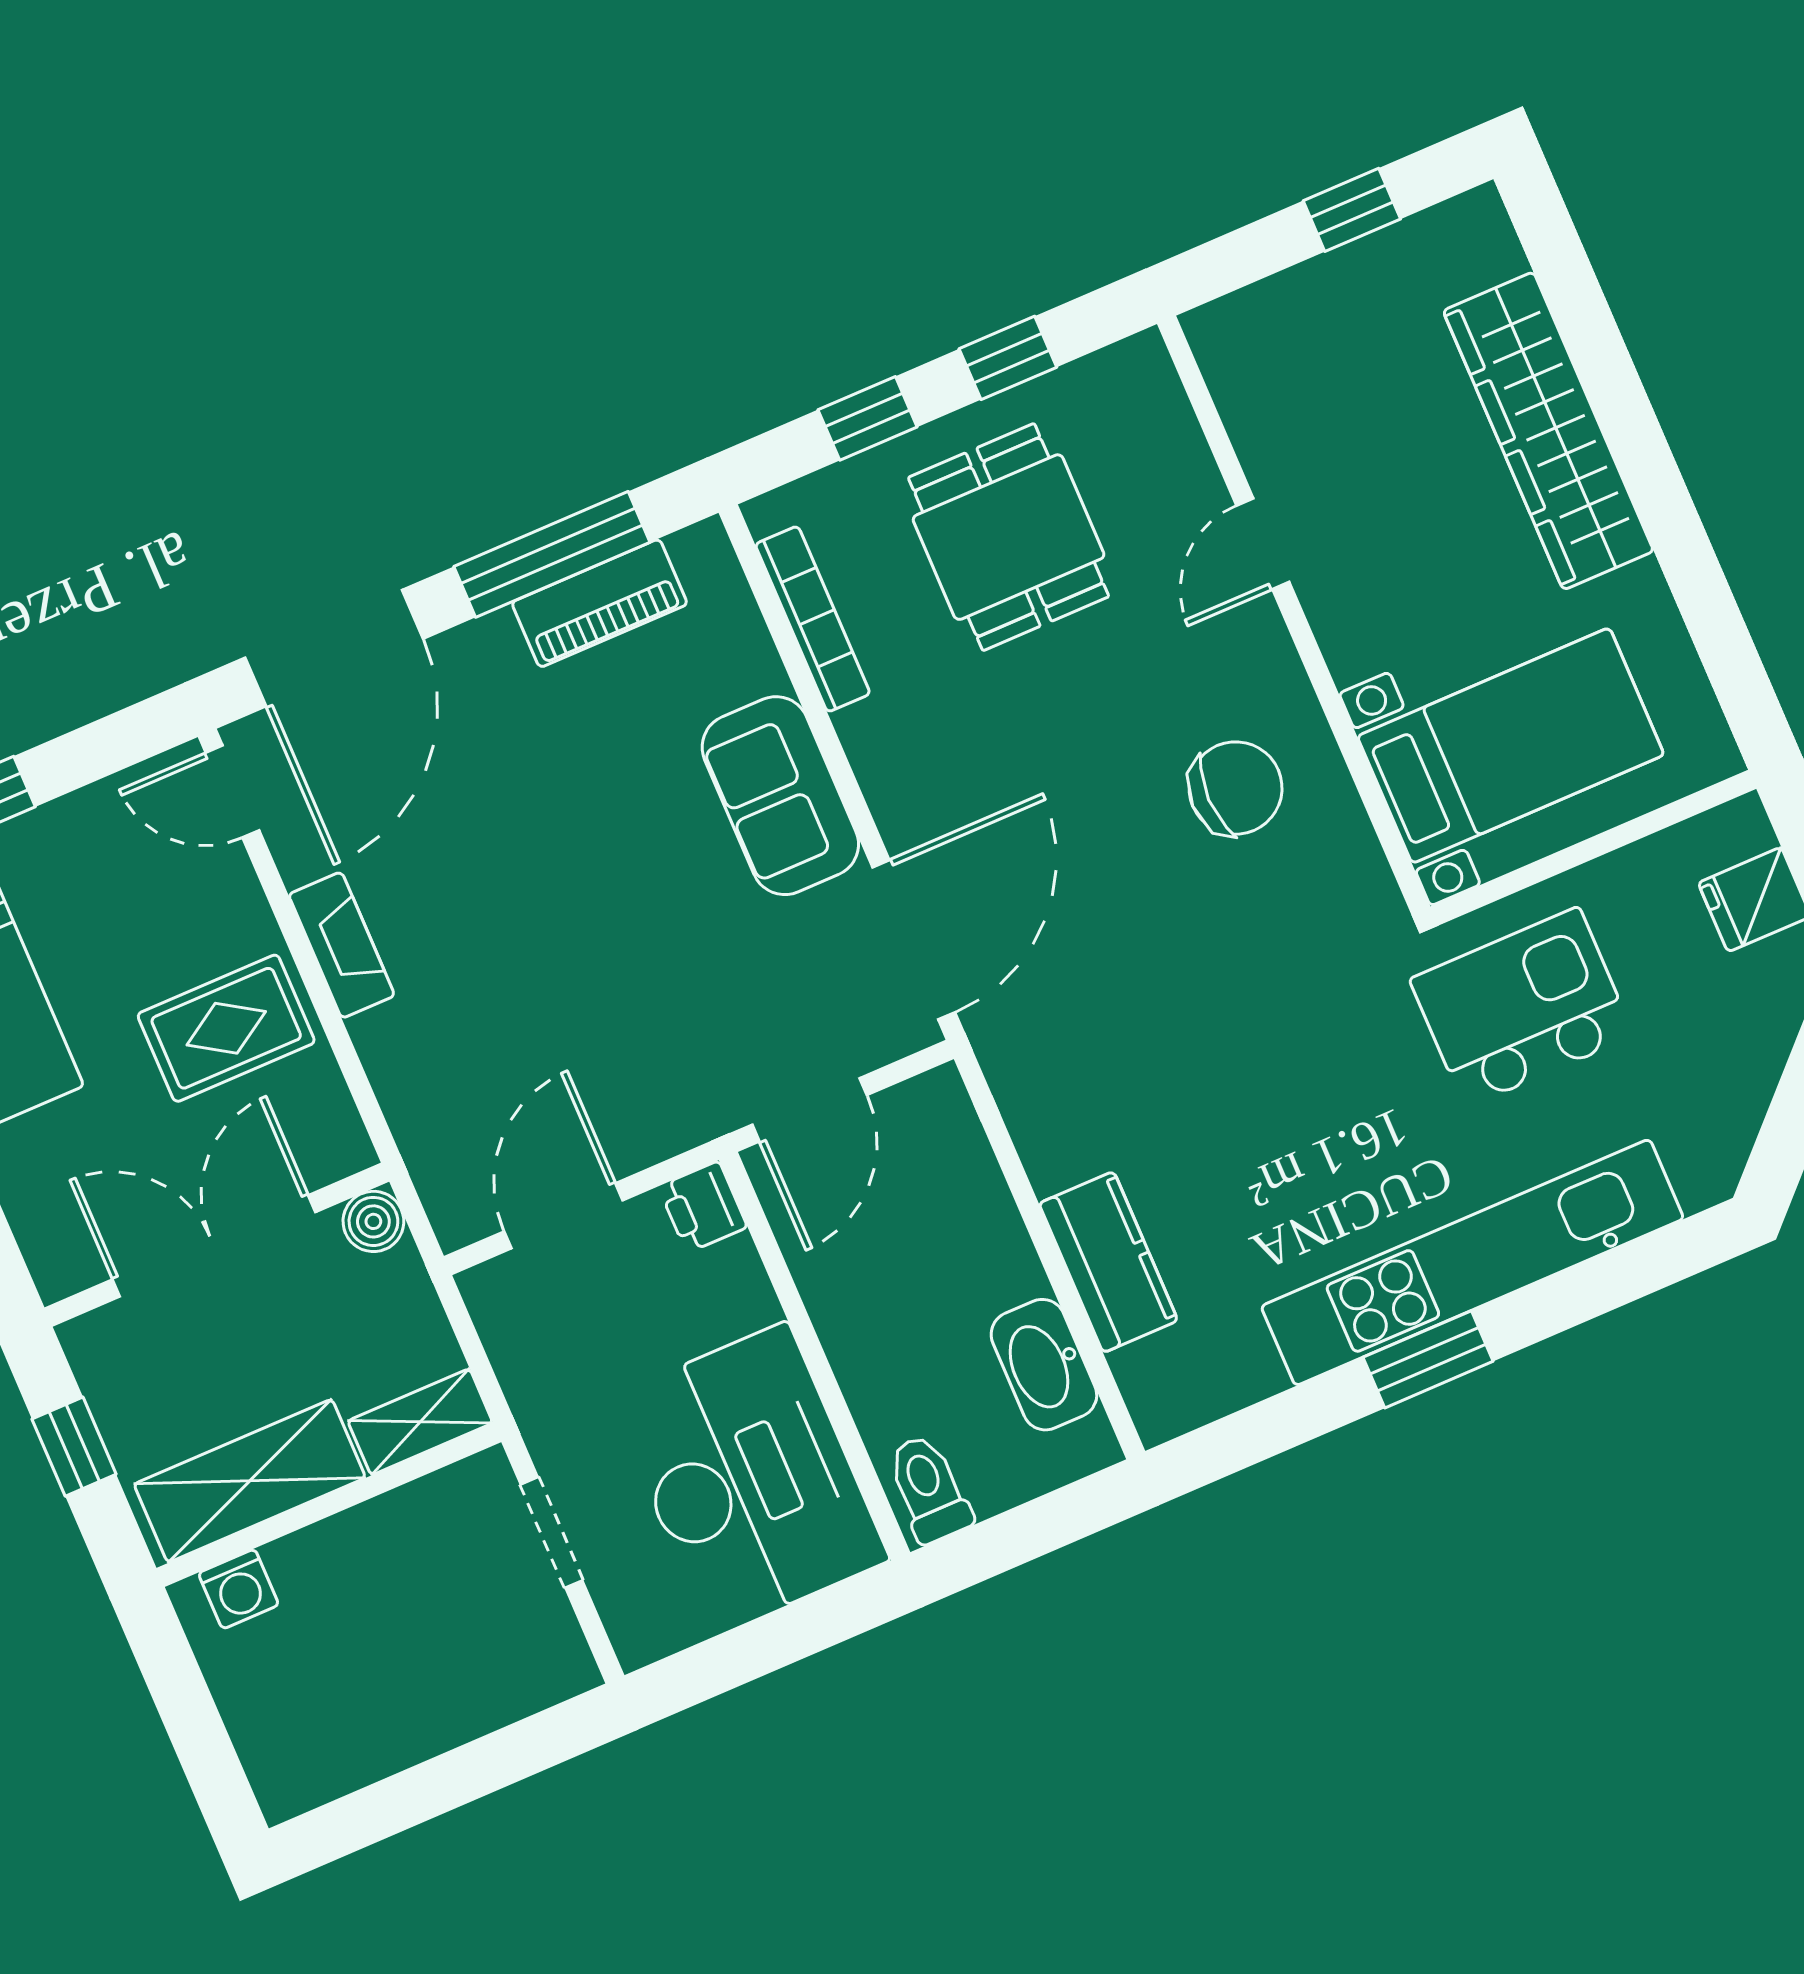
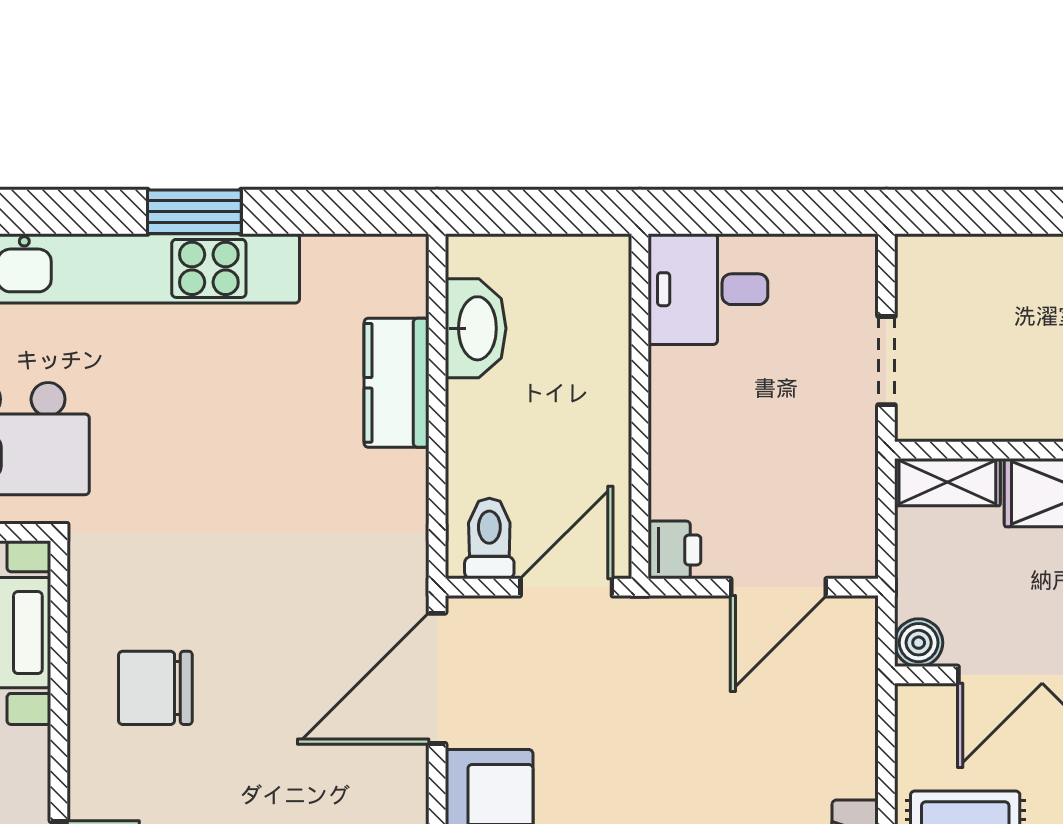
desk: (749, 1479) -> (708, 289), width x0.53, depth x0.77
toilet: (929, 1489) -> (489, 538), moved, turned 180

